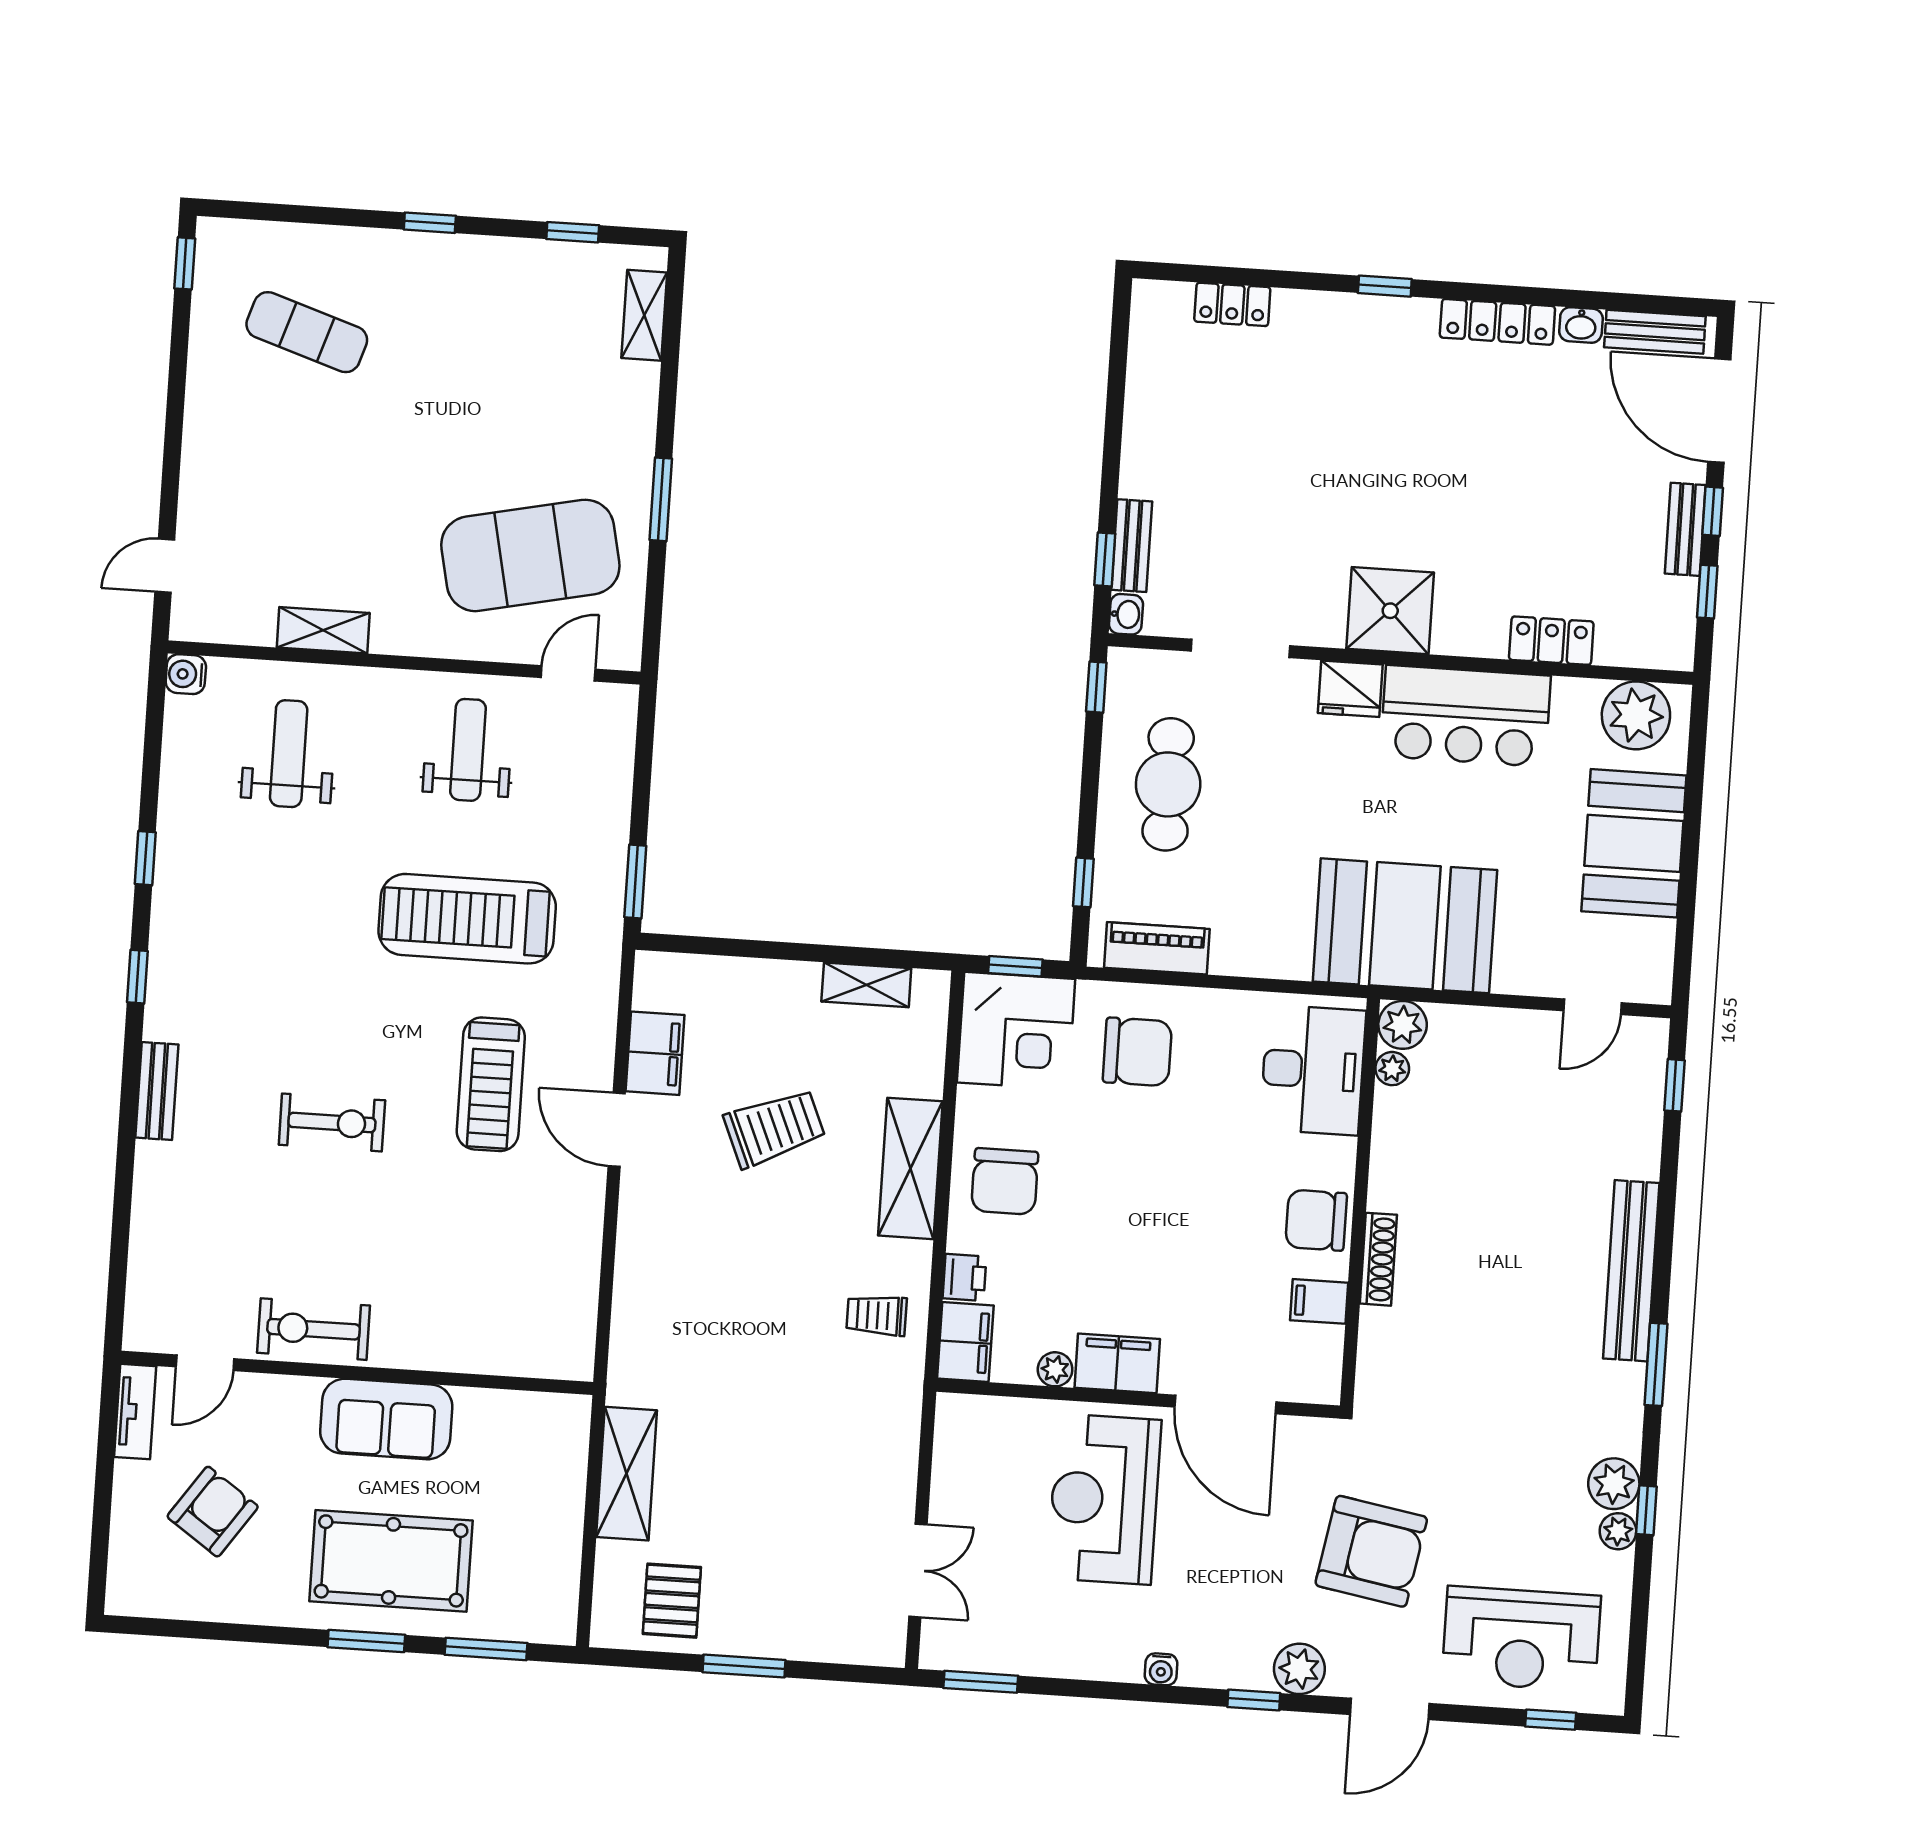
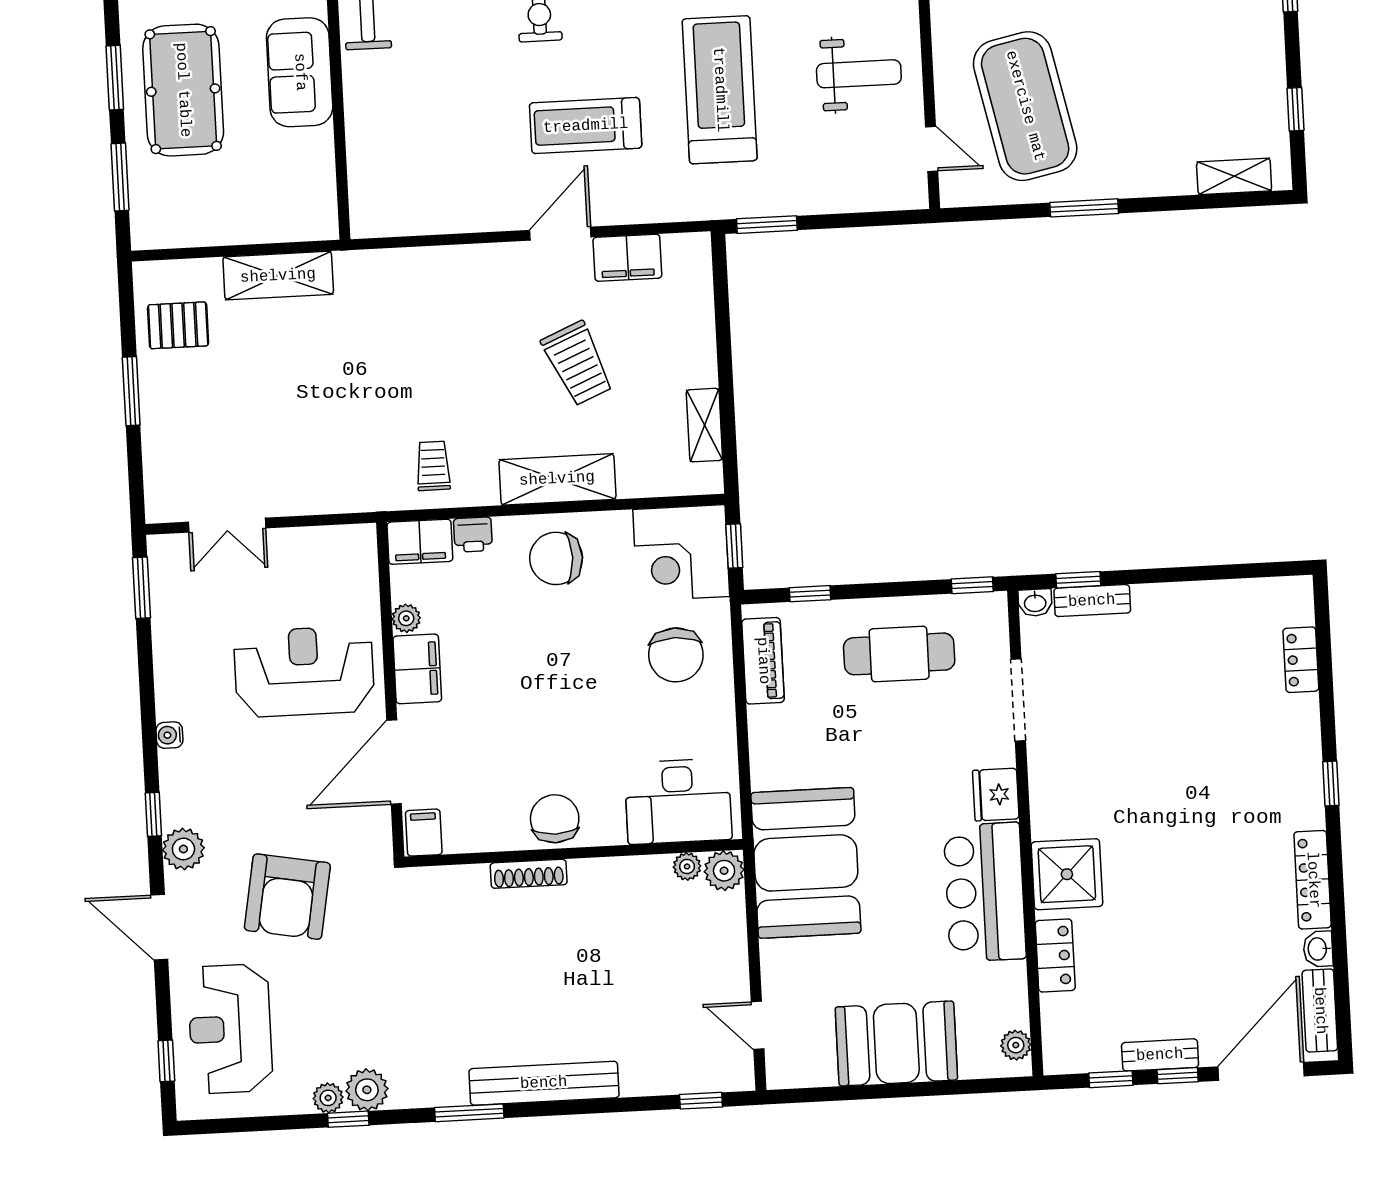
shower: (1390, 611) -> (1067, 874), moved
plant: (1636, 715) -> (1016, 1045), width x0.53, depth x0.53
filing cabinet: (1319, 1301) -> (424, 833), moved

